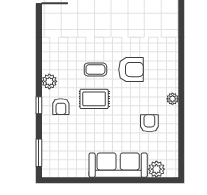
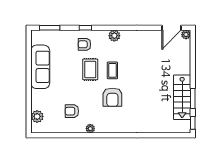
plant: (49, 81) -> (114, 36), moved
armchair: (149, 123) -> (72, 111), turned 180
sofa: (118, 165) -> (40, 67), moved

